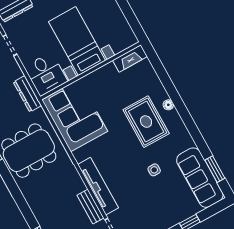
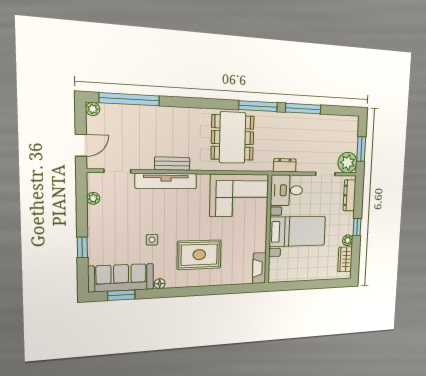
dresser: (27, 94) -> (285, 165), width x0.70
floor lamp: (168, 105) -> (160, 284), moved
bench: (90, 207) -> (172, 164), moved

